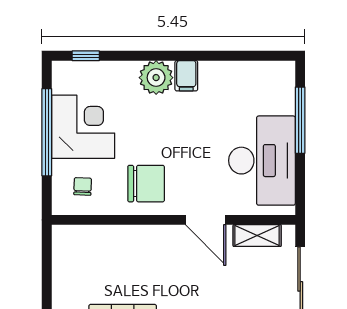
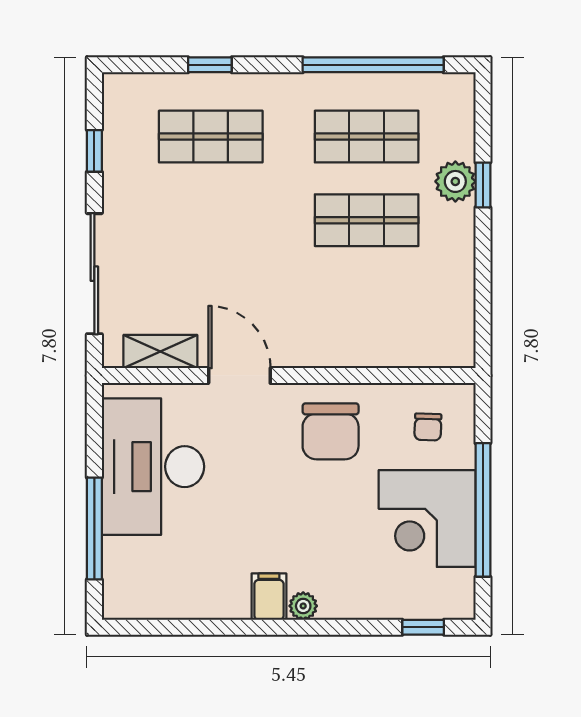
plant: (156, 78) -> (303, 606), width x0.53, depth x0.53
chair: (146, 184) -> (331, 431), turned -90

